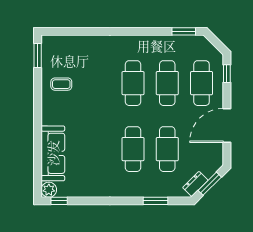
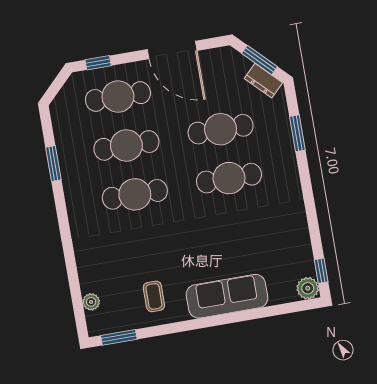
window: (184, 31) -> (53, 163), moved
plant: (65, 41) -> (91, 302), added
sofa: (53, 153) -> (227, 296), moved

